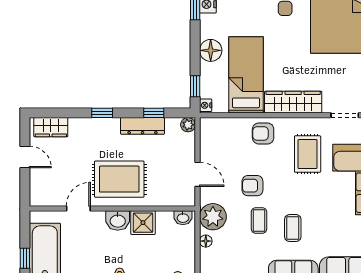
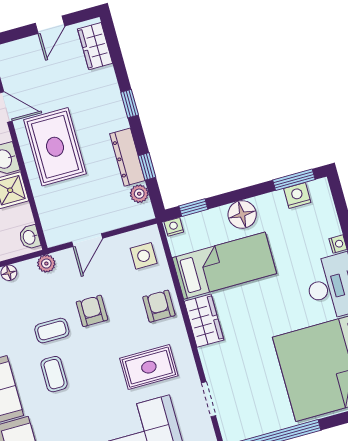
wardrobe: (293, 102) -> (204, 321), width x0.67
plant: (188, 125) -> (139, 194), moved
side table: (221, 135) -> (144, 256), added
plant: (213, 217) -> (46, 264), width x0.53, depth x0.53
coffee table: (293, 228) -> (54, 374), turned 90

